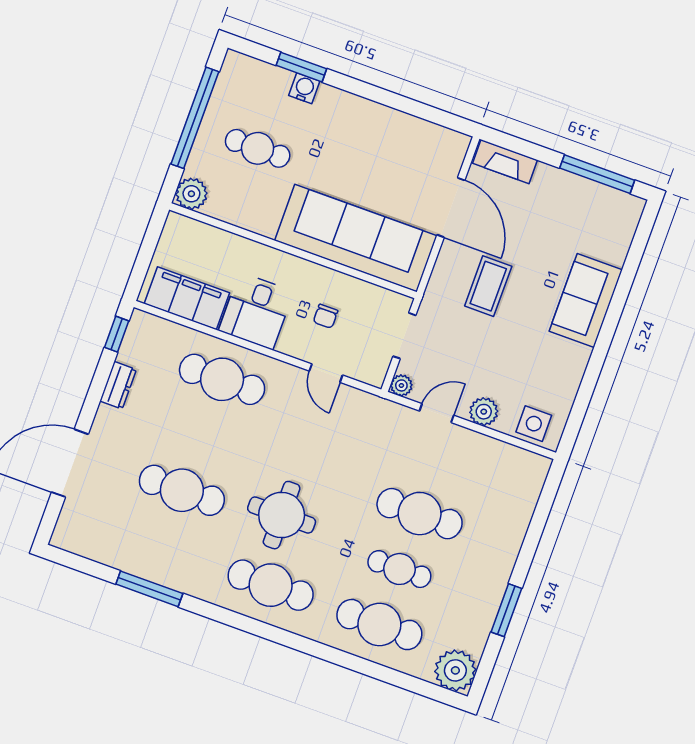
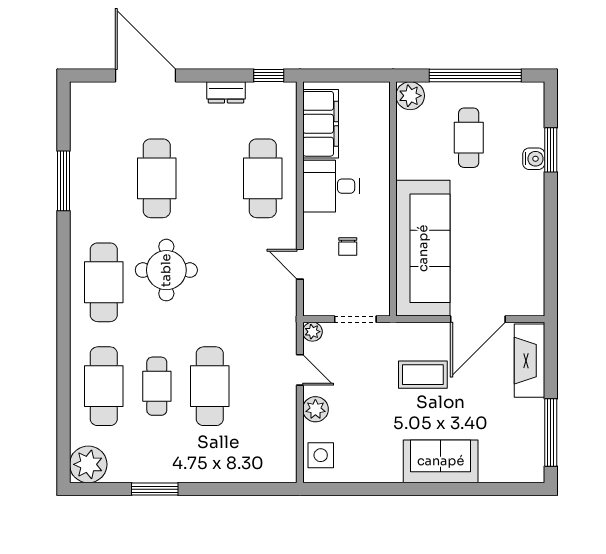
fireplace: (505, 162) -> (530, 361), width x1.37, depth x1.32
chair: (326, 316) -> (348, 246), turned -90
door: (326, 373) -> (300, 264), hinge flipped

